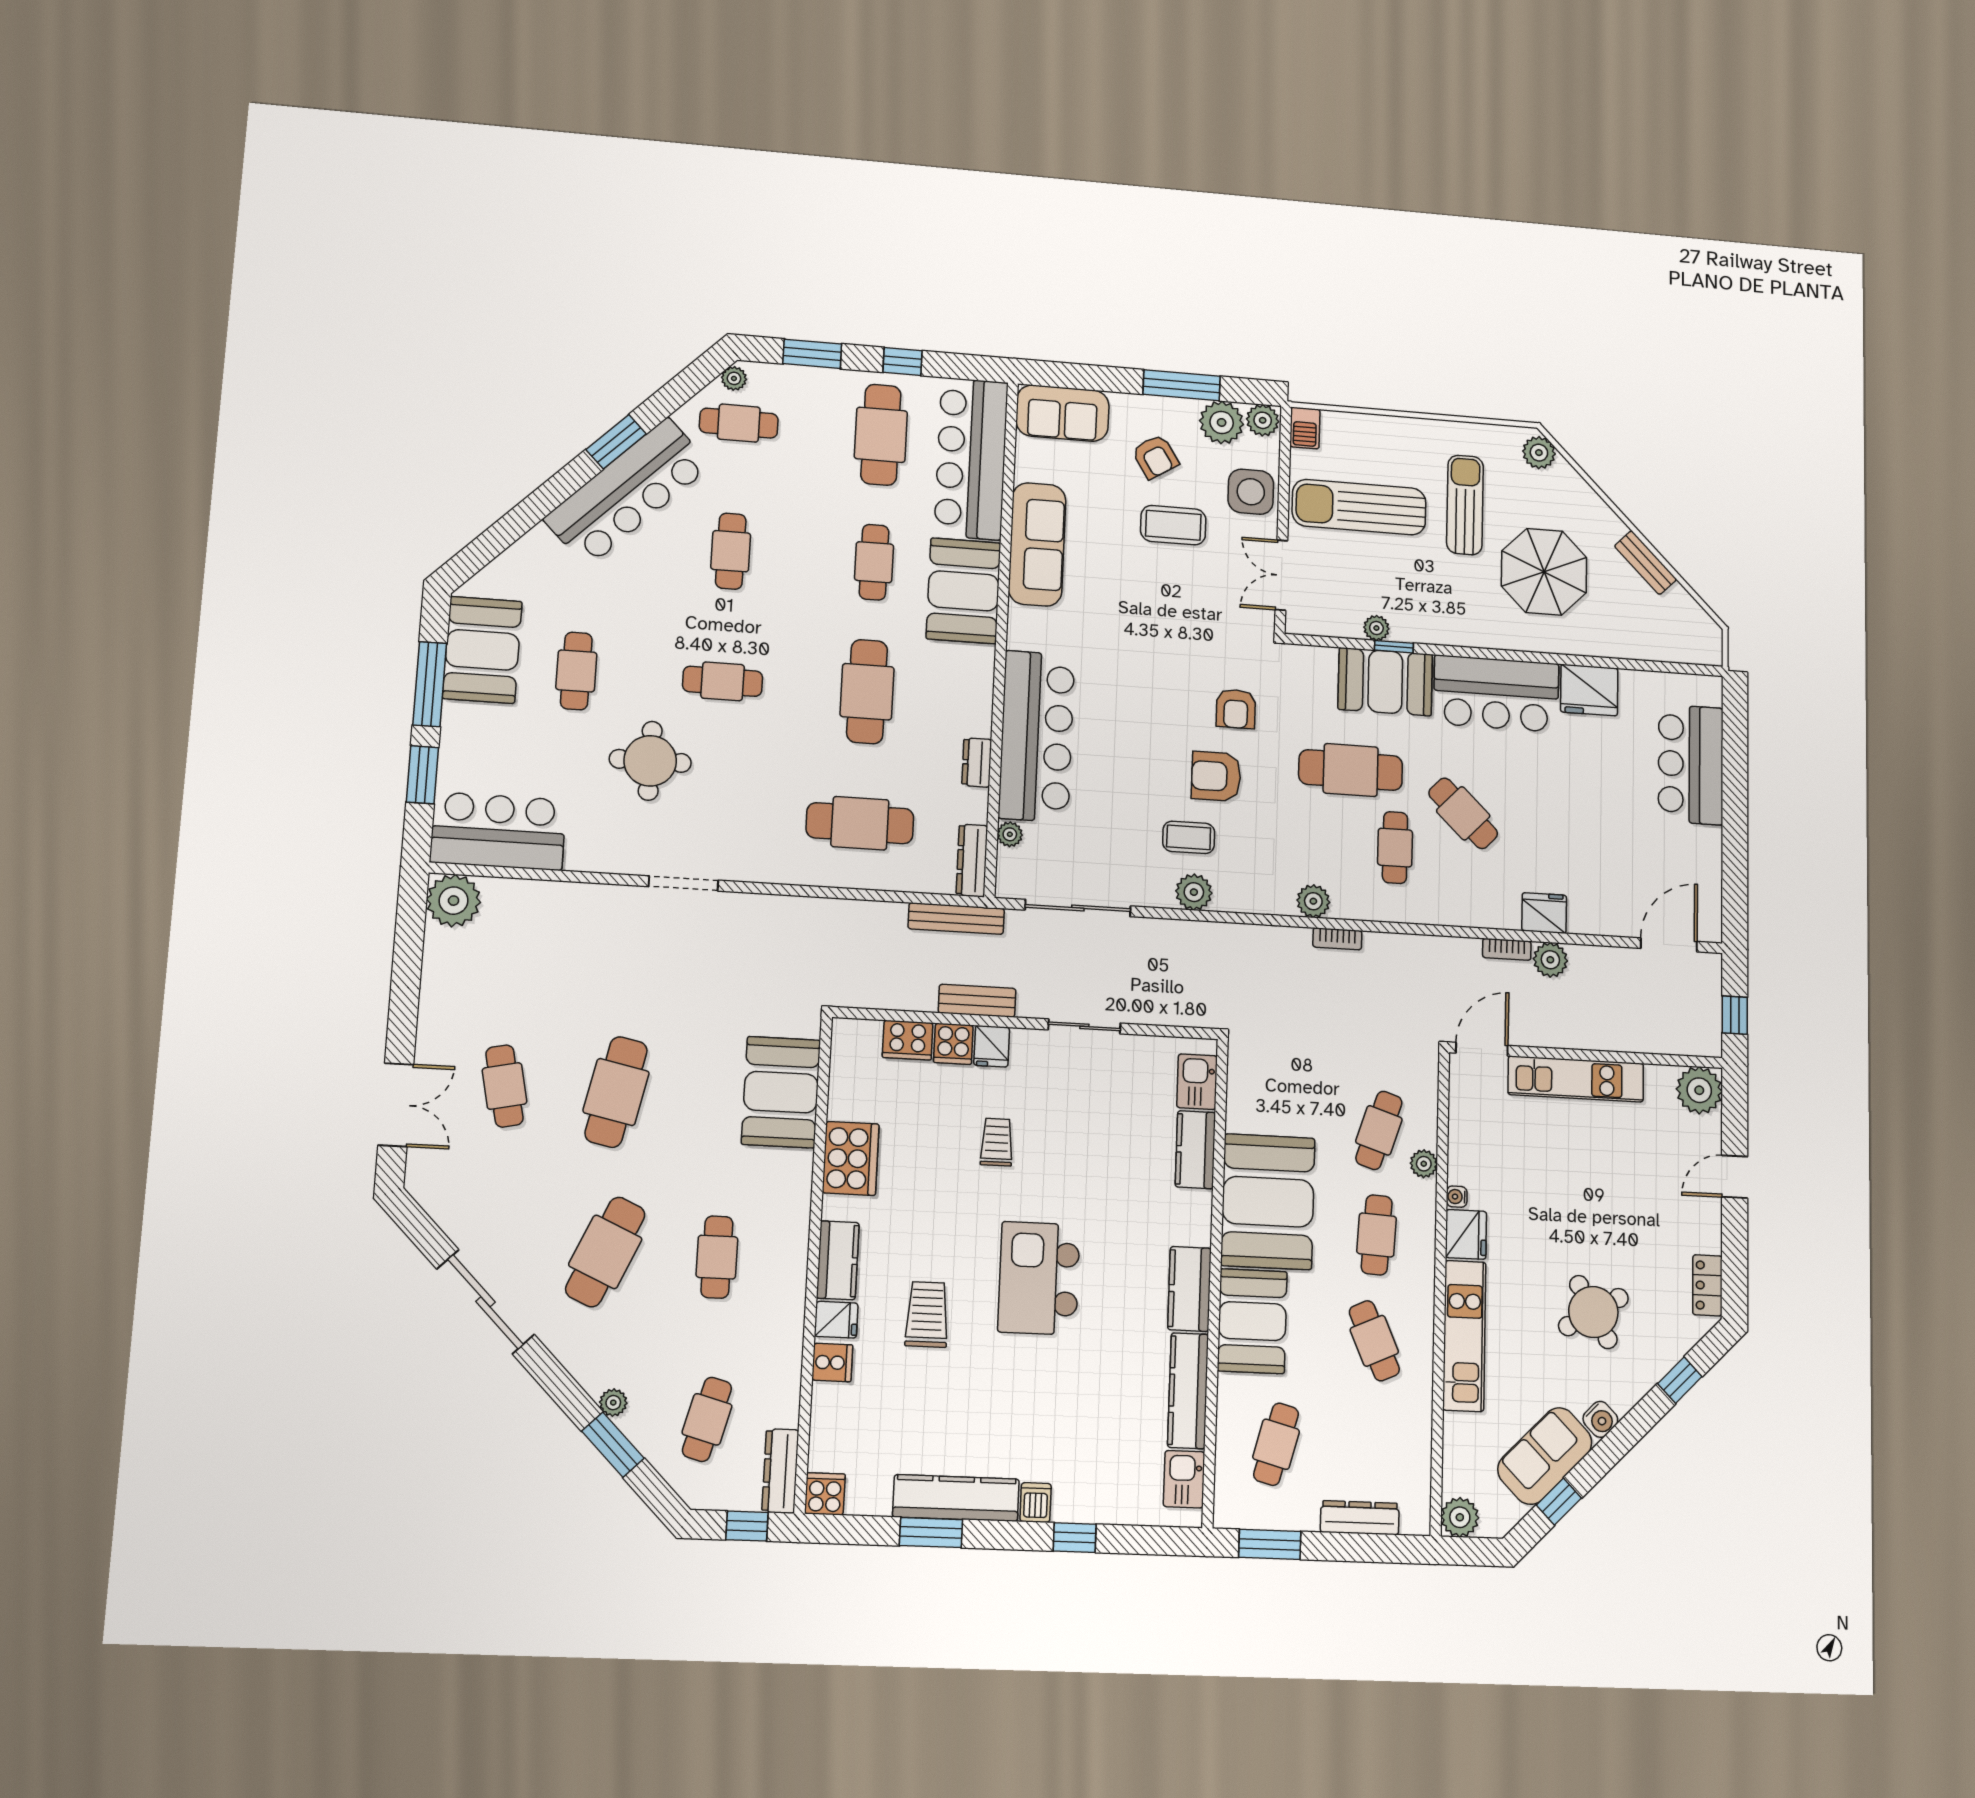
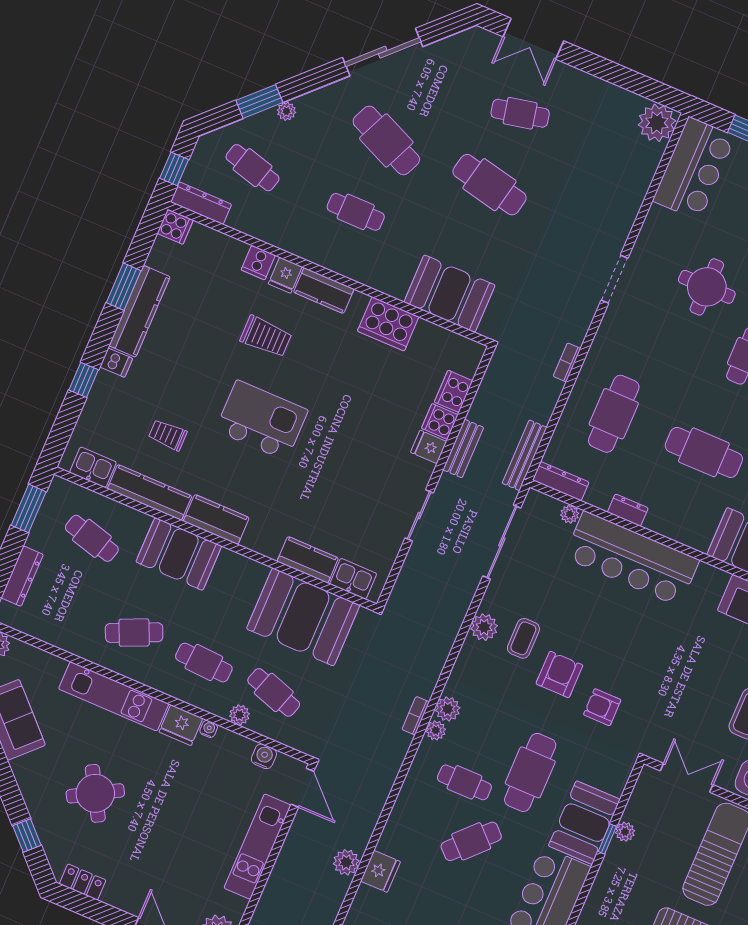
plant: (1345, 907) -> (436, 730), added
bookcase: (1507, 949) -> (567, 362), moved
trolley: (997, 1142) -> (168, 435), moved, turned 180
booth: (1268, 1202) -> (303, 617), moved
water cooler: (1600, 1419) -> (264, 756), moved, turned 135

